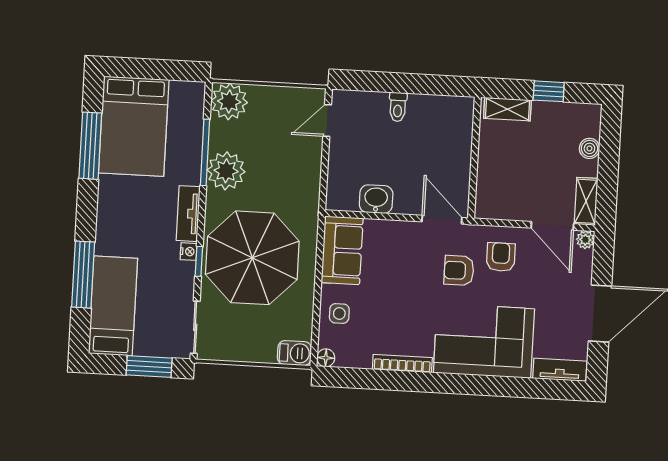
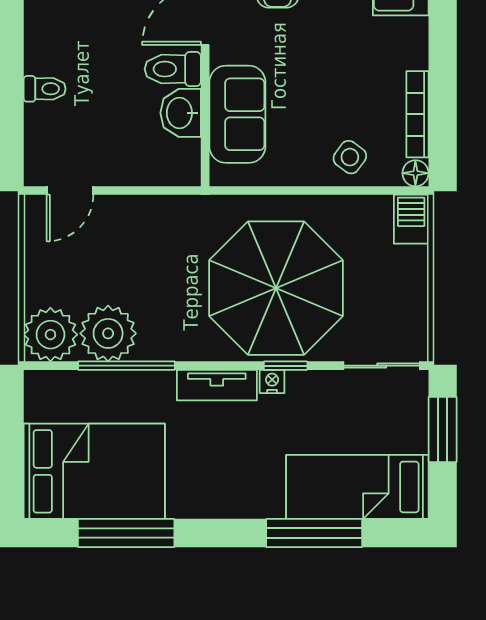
door: (327, 120) -> (70, 190), hinge flipped
plant: (226, 171) -> (108, 333), moved
toilet: (406, 195) -> (173, 69), added
sofa: (342, 250) -> (237, 114), moved, turned 90
side table: (339, 313) -> (350, 157), turned 36
bookcase: (402, 363) -> (418, 114), moved

